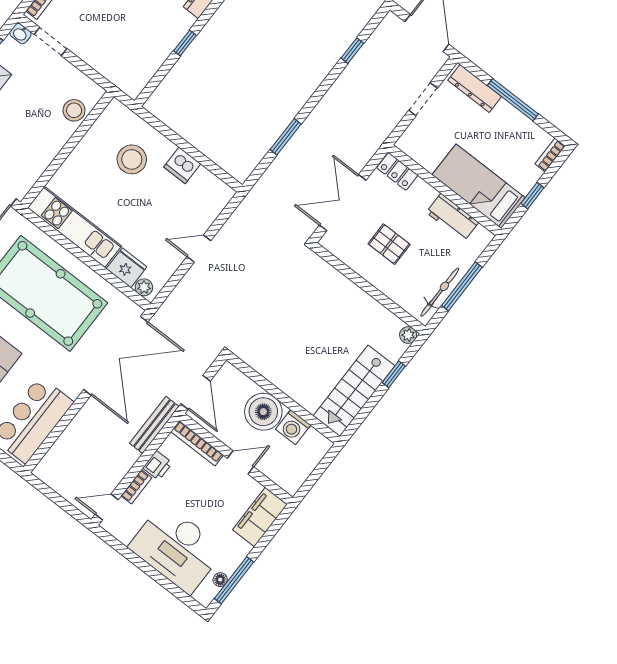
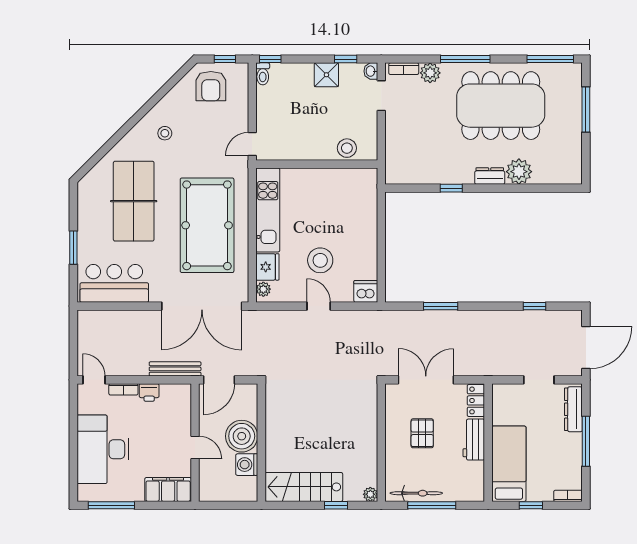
stool: (132, 159) -> (320, 260), moved
dishwasher: (182, 165) -> (366, 291), moved, turned 90
workbench: (452, 217) -> (474, 440), moved
bookcase: (197, 443) -> (185, 408), removed
floor lamp: (220, 580) -> (105, 496), removed

